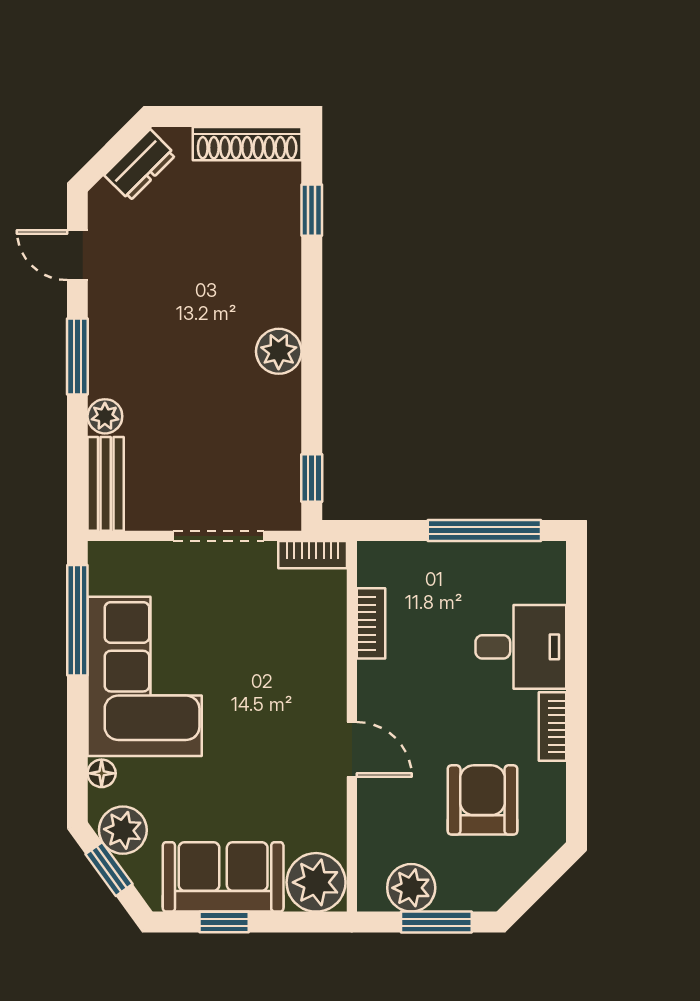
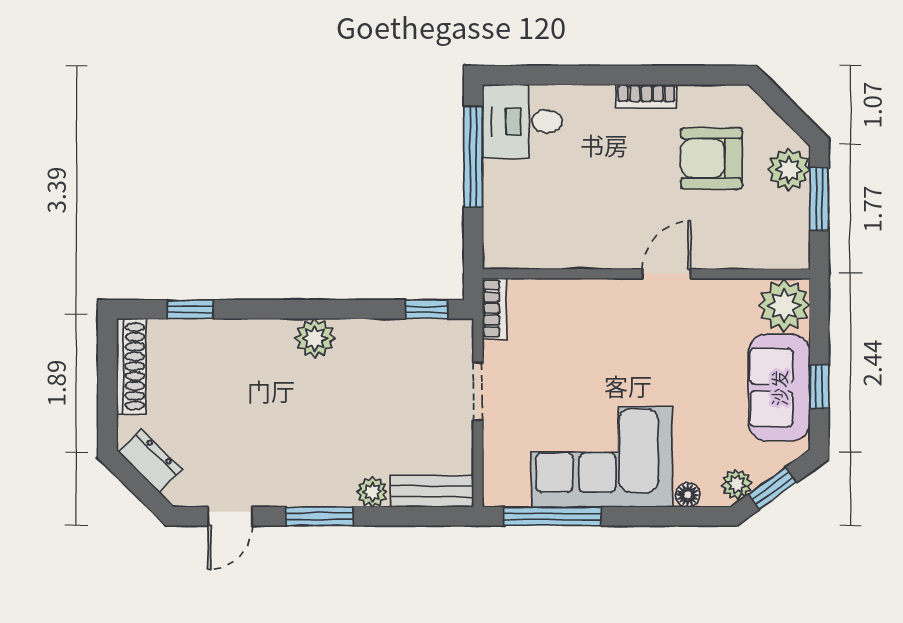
doorway: (219, 536) -> (478, 391), width x0.73
bookcase: (371, 623) -> (555, 257), removed
desk: (521, 647) -> (522, 121), moved, turned -90
plant: (123, 830) -> (737, 484), width x0.73, depth x0.73
plant: (411, 888) -> (789, 170), moved

